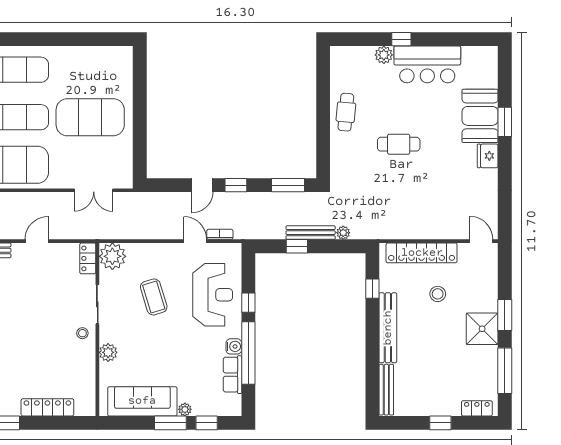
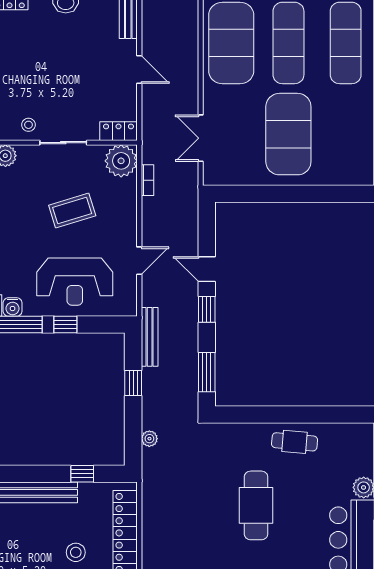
cafe table: (399, 144) -> (256, 505), width x1.37, depth x1.35
bench: (311, 233) -> (150, 337), moved
bookcase: (220, 234) -> (148, 180), moved

